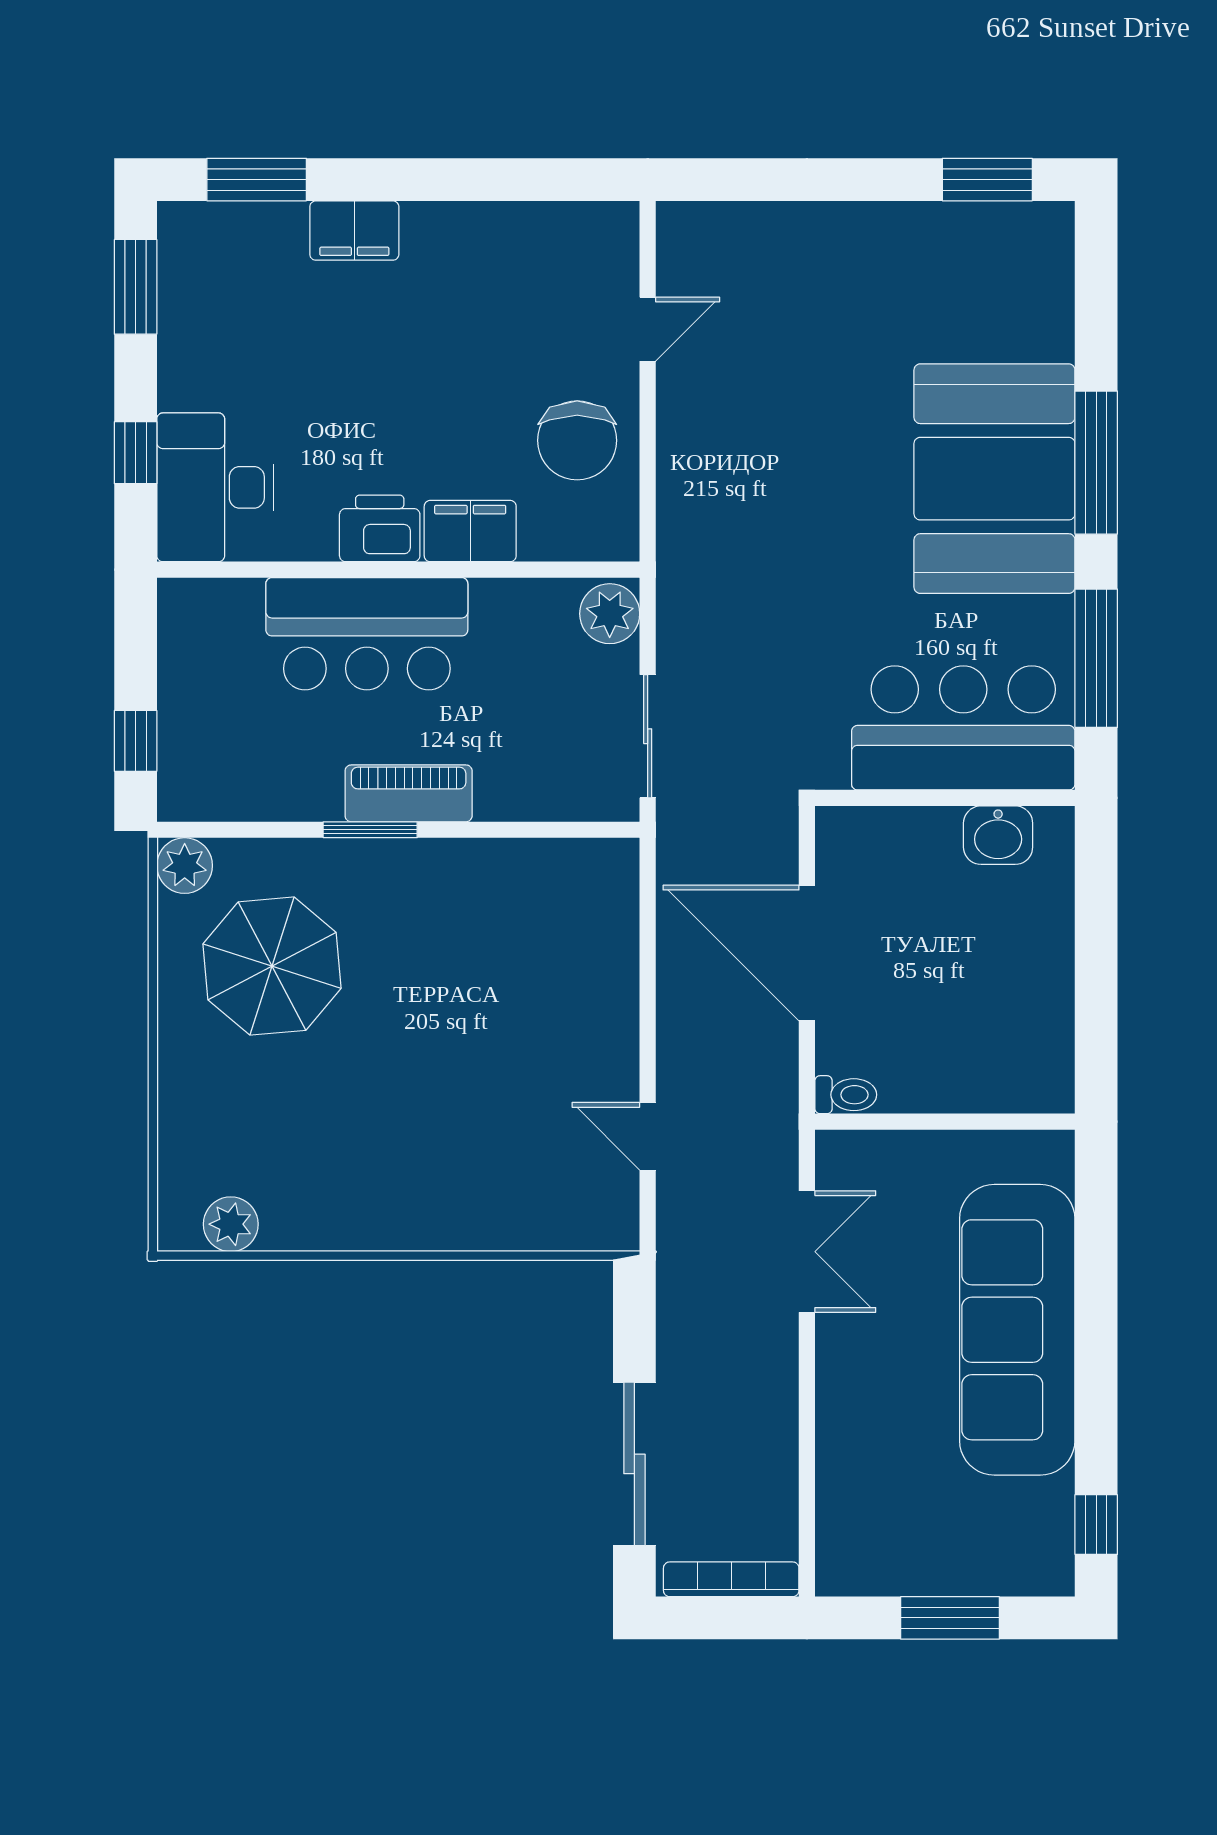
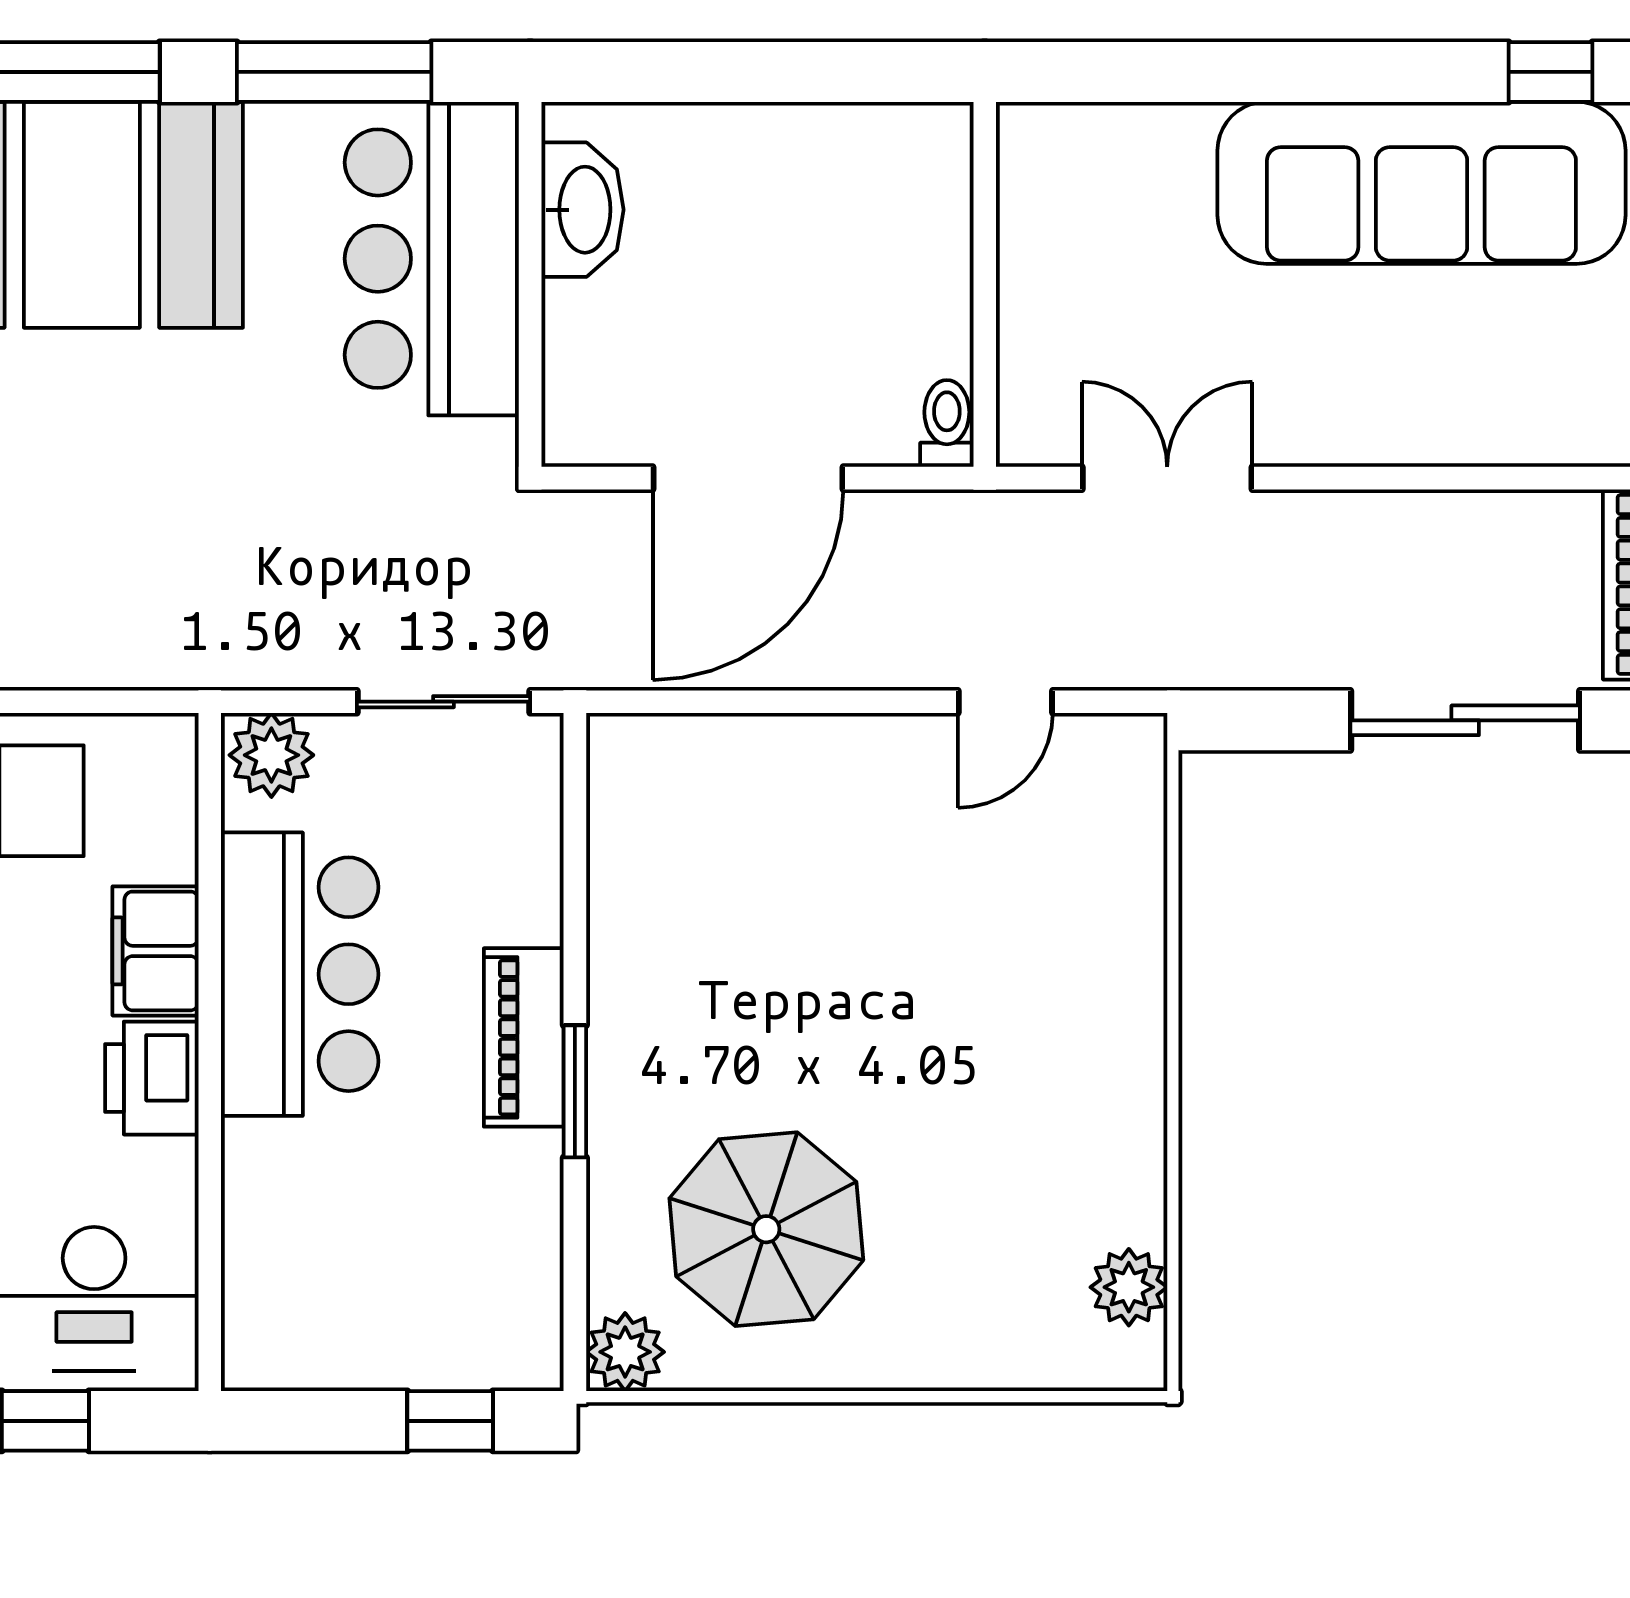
bar counter: (367, 634) -> (300, 974), moved
washbasin: (998, 835) -> (582, 210), width x1.38
sofa: (1017, 1330) -> (1421, 183), moved

